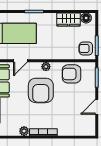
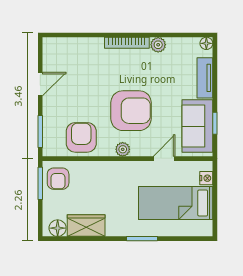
armchair: (86, 48) -> (58, 179), turned 90
armchair: (71, 74) -> (81, 137), turned -90
armchair: (41, 90) -> (131, 111), turned 90

